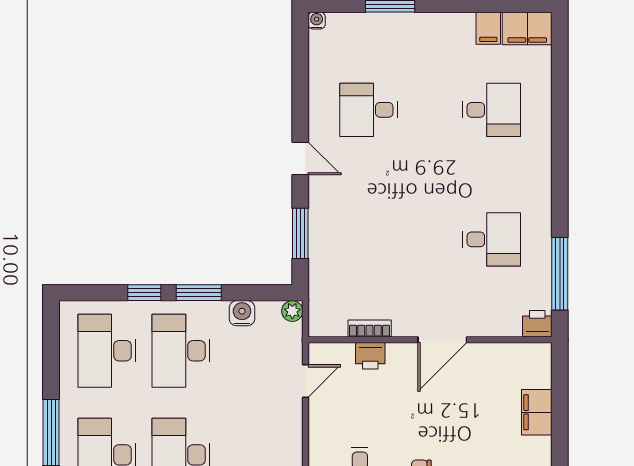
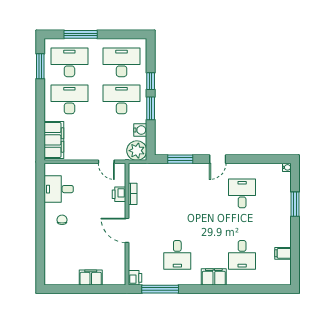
filing cabinet: (527, 29) -> (214, 277), moved, turned 90
plant: (292, 311) -> (137, 151), width x1.88, depth x1.88

